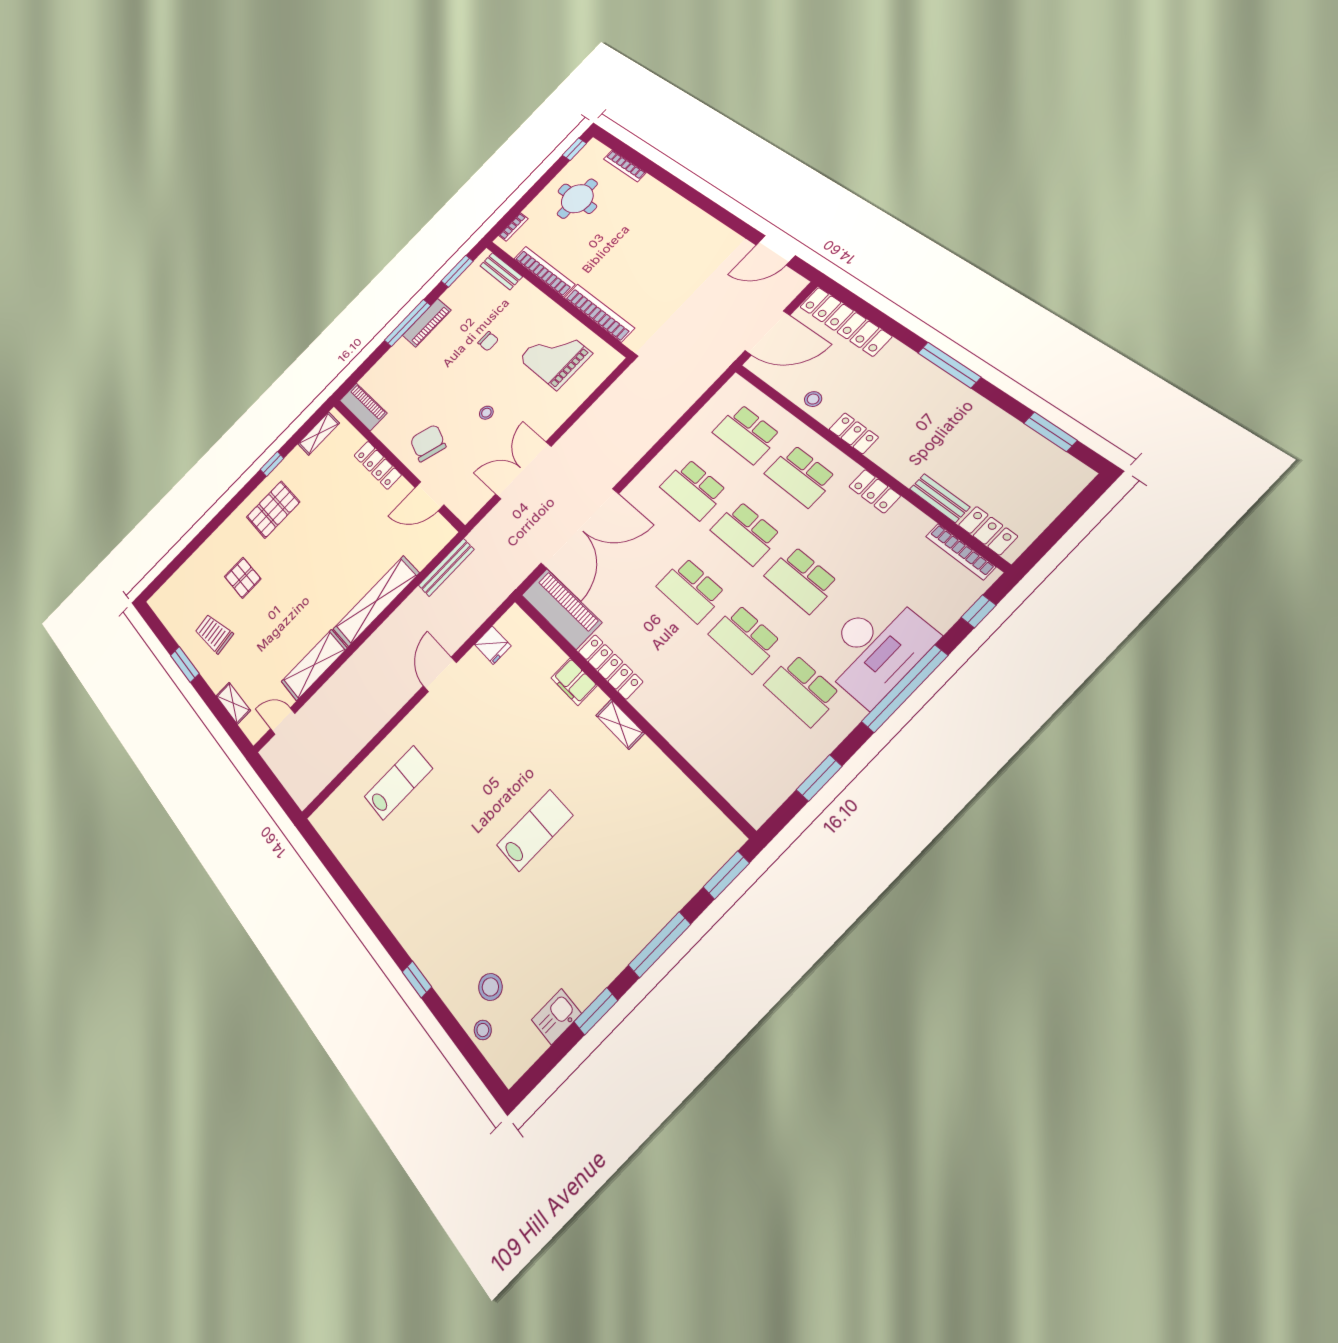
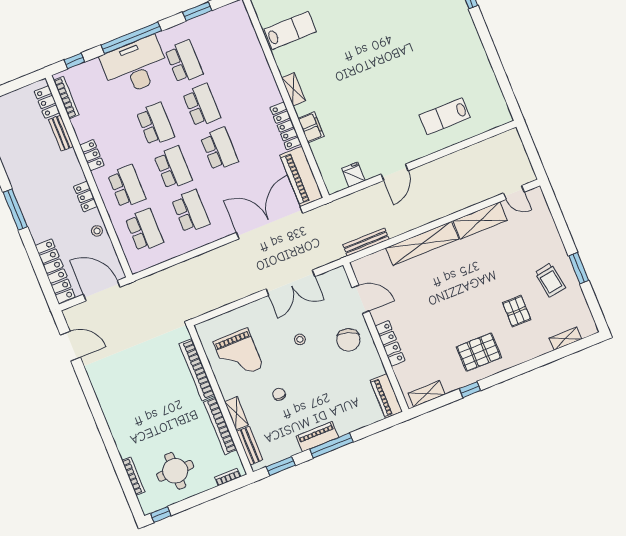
shelving: (531, 294) -> (236, 413), added
shelving: (233, 703) -> (565, 339), moved, turned 90
lab bench: (535, 830) -> (290, 30), moved, turned 180

